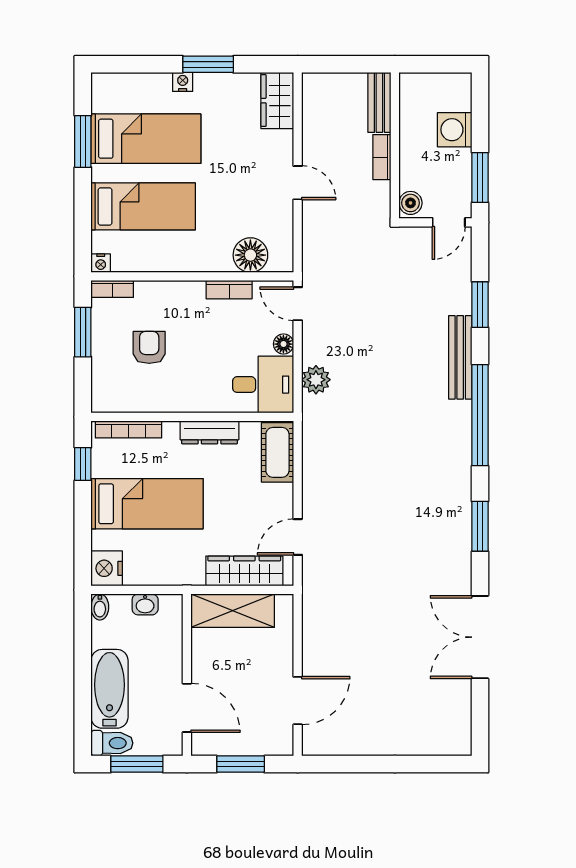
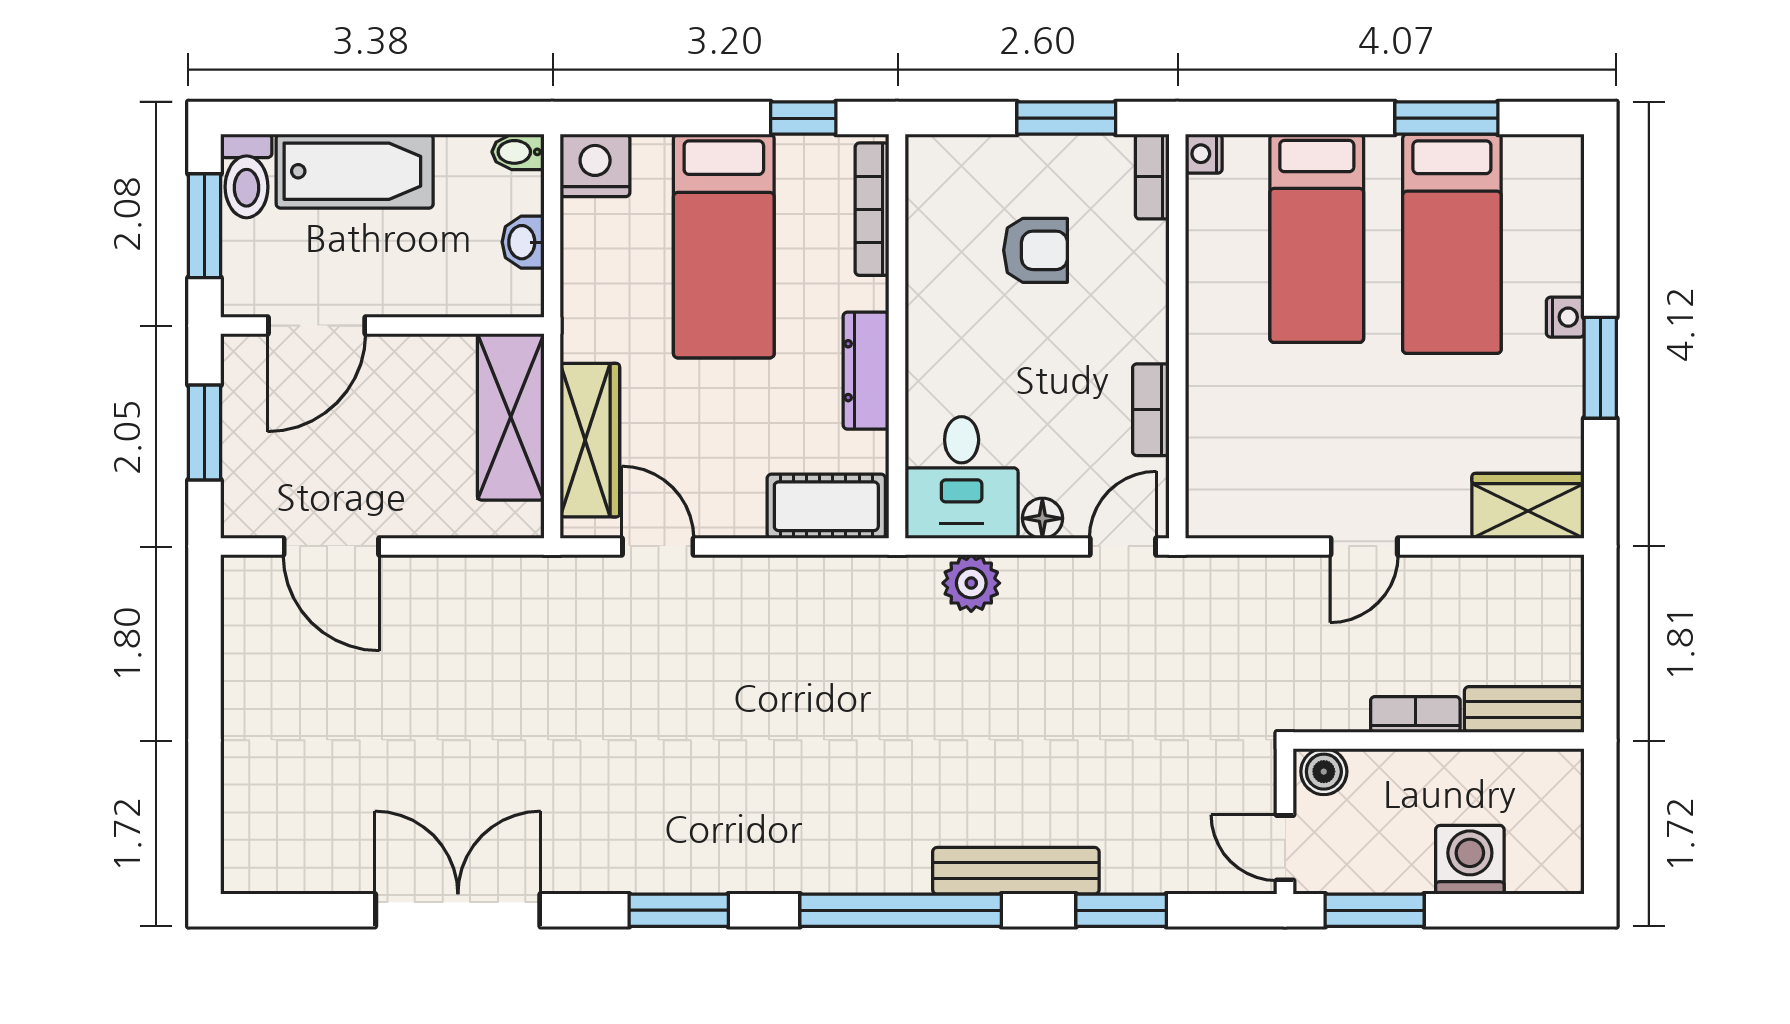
floor lamp: (250, 255) -> (1220, 452), removed

